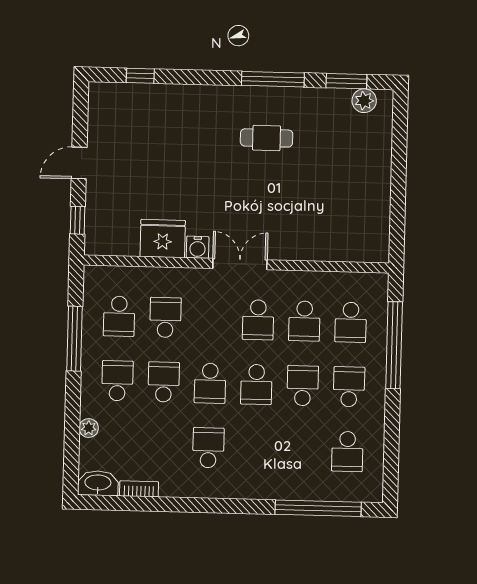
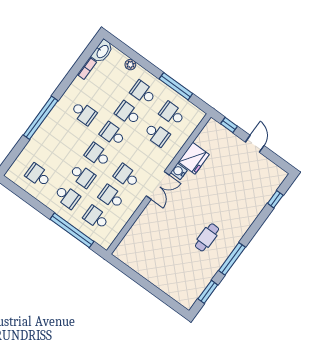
plant: (364, 101) -> (193, 294), removed
school desk: (117, 381) -> (143, 93), turned 180
school desk: (164, 382) -> (128, 113), turned 180
window: (318, 508) -> (41, 118), moved

